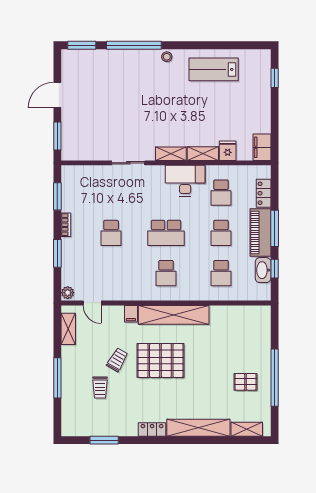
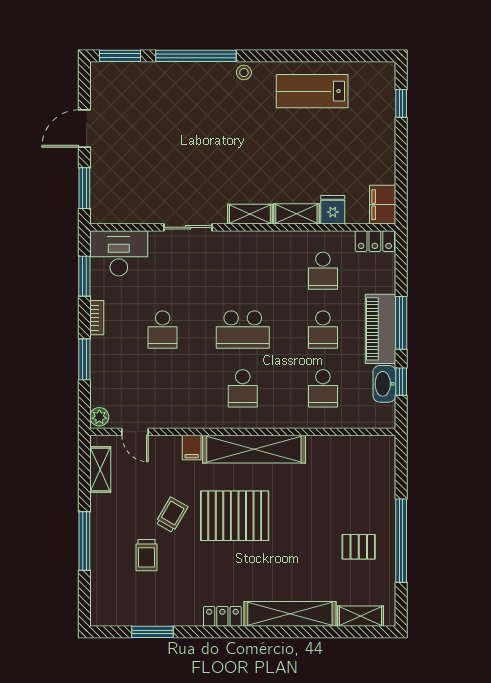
desk: (185, 181) -> (119, 253), moved
locker: (264, 193) -> (375, 241), moved, turned -90

